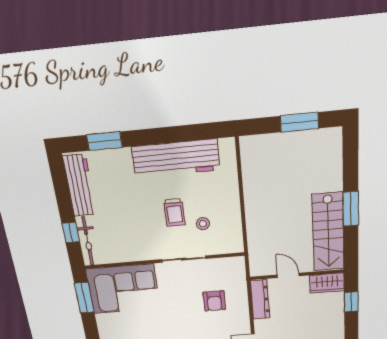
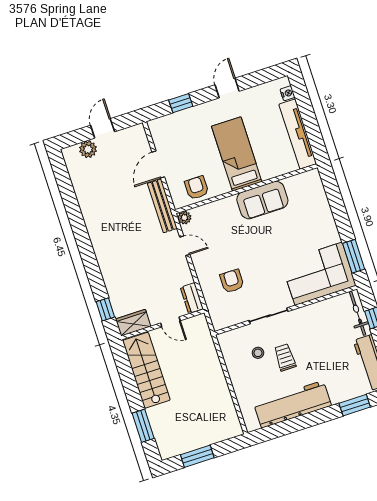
window: (351, 209) -> (143, 426), moved
dresser: (260, 300) -> (192, 298), width x0.70

